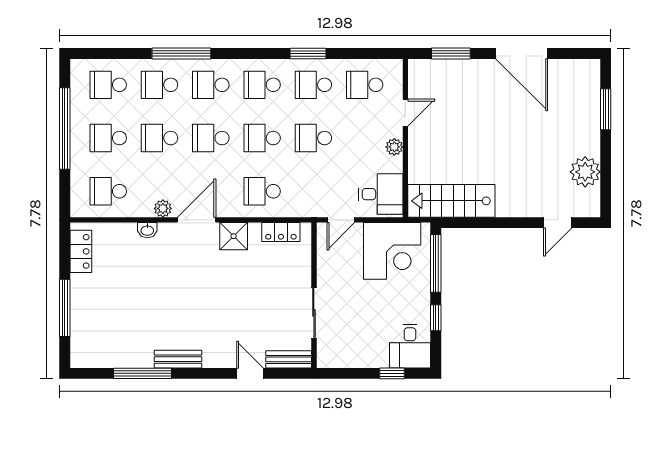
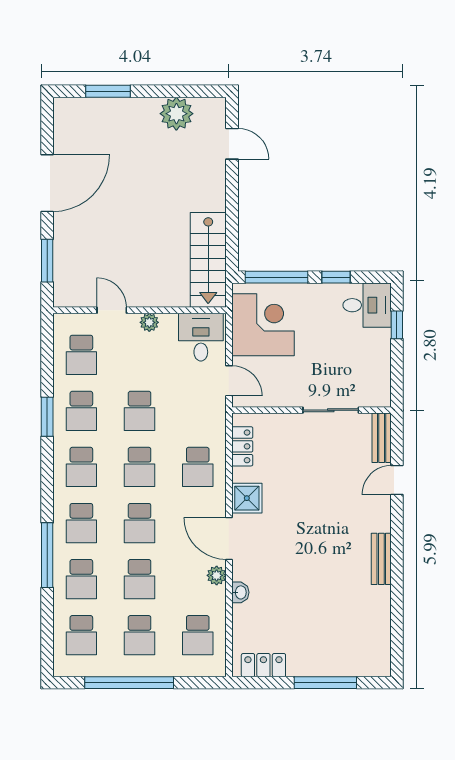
window: (143, 373) -> (397, 598), removed

